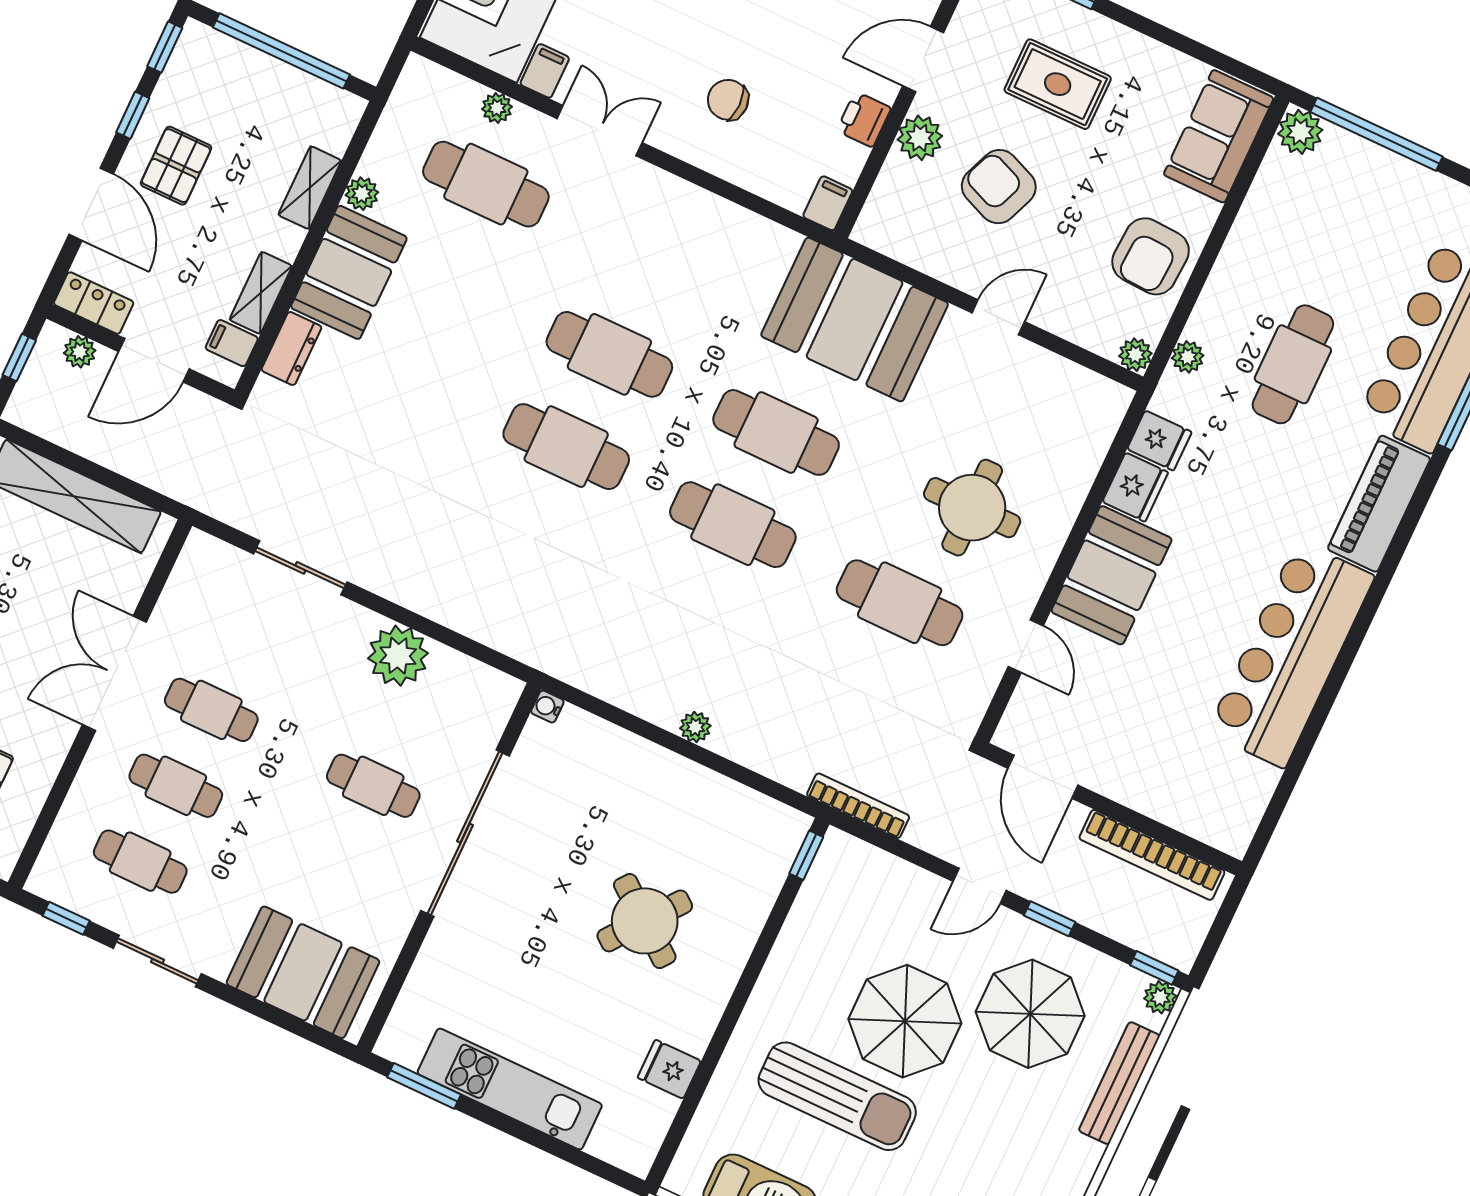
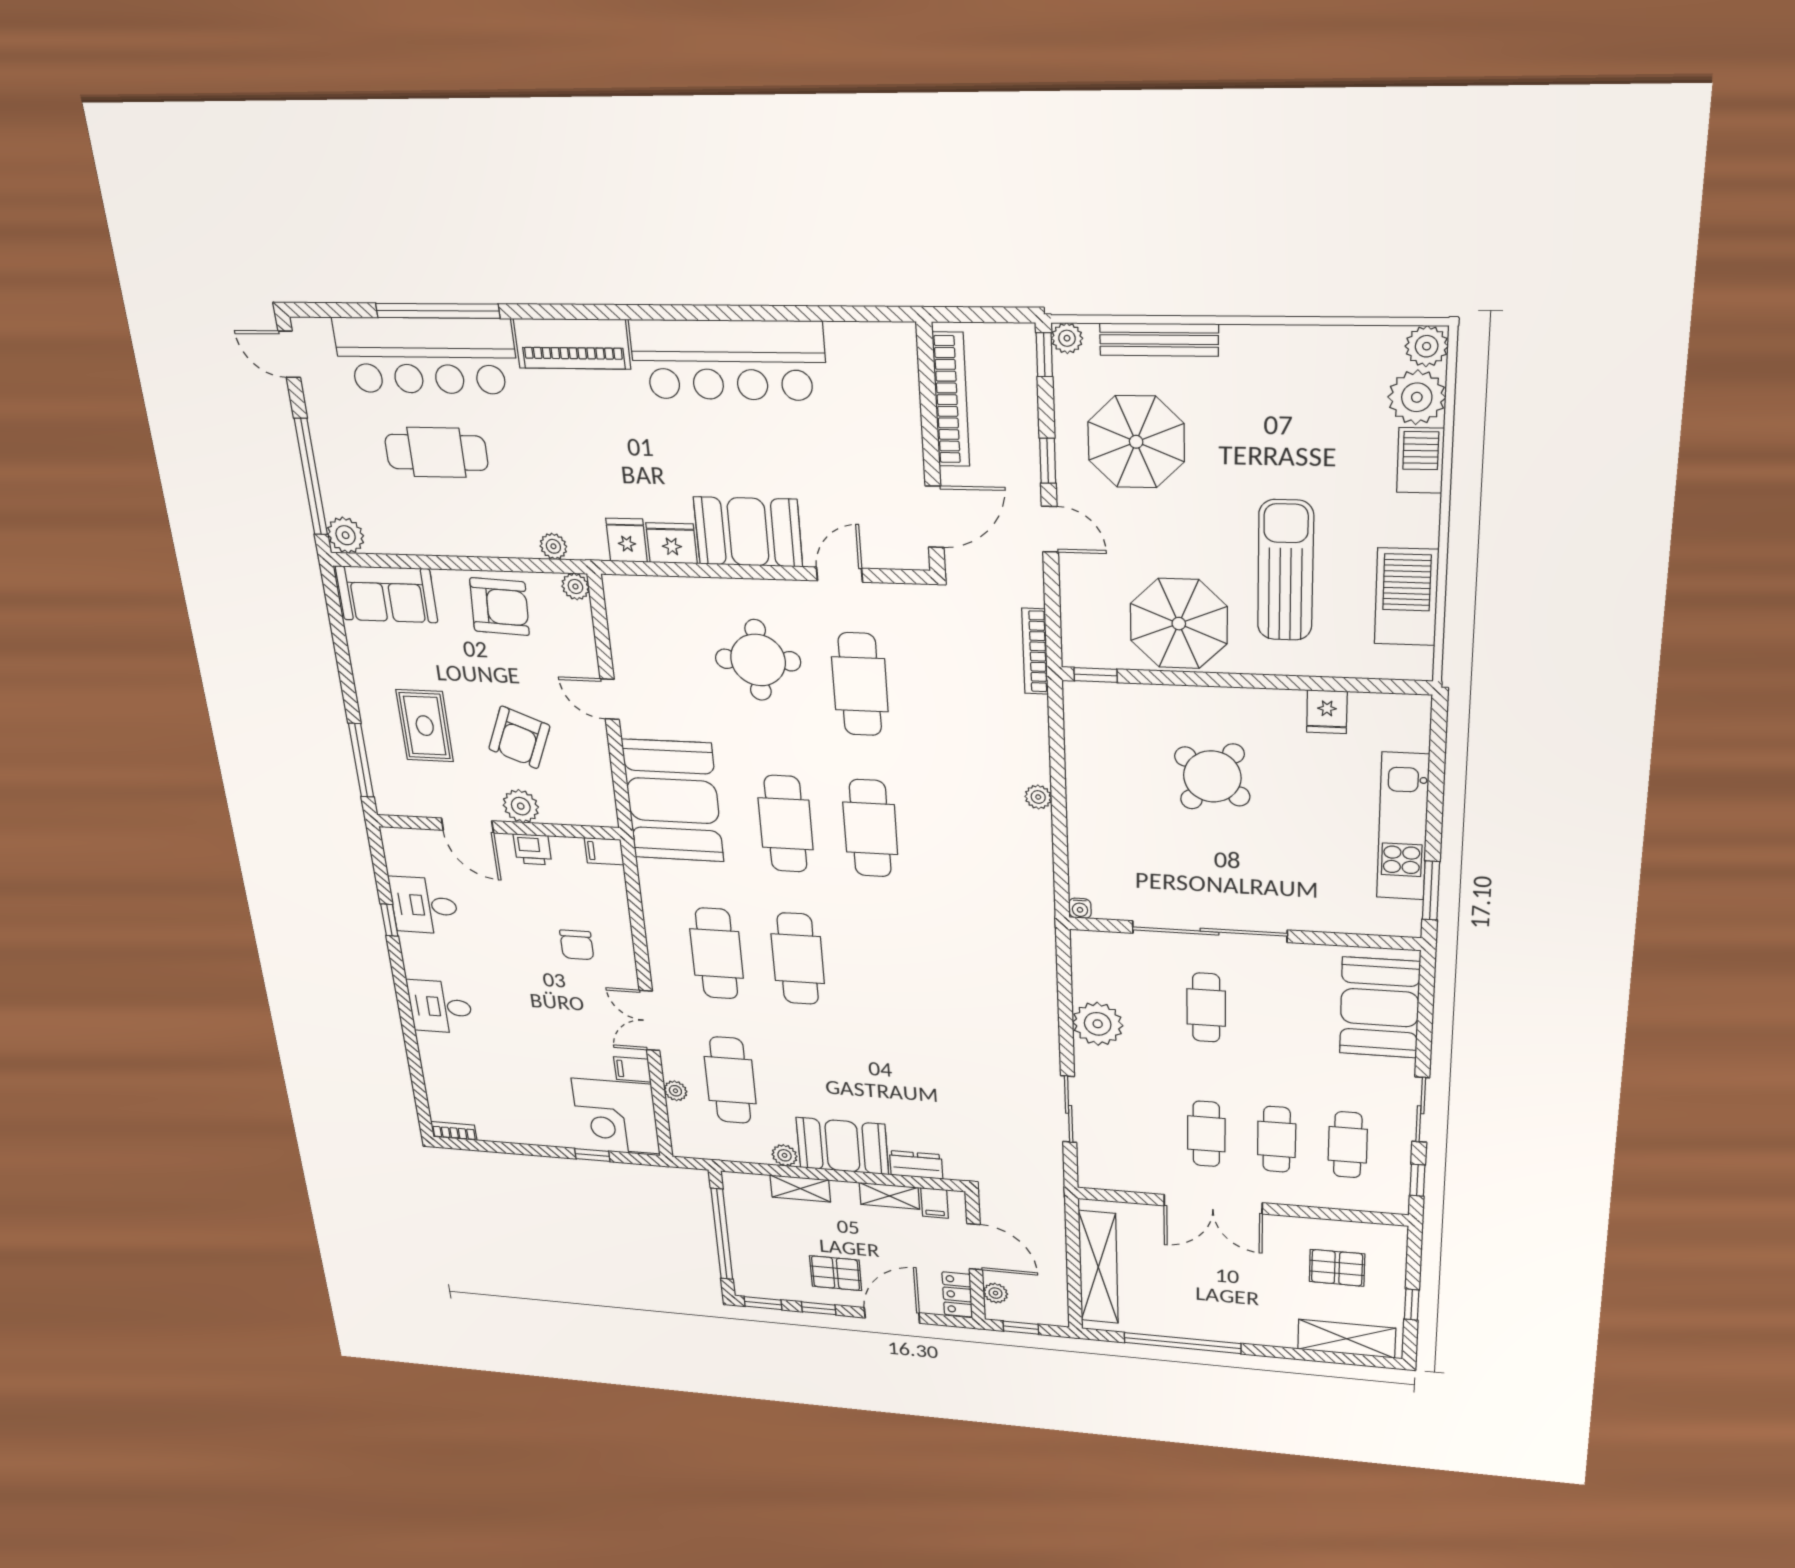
cafe table: (1293, 364) -> (436, 452), moved
cafe table: (566, 447) -> (717, 954), moved
parasol: (905, 1021) -> (1179, 624), moved

